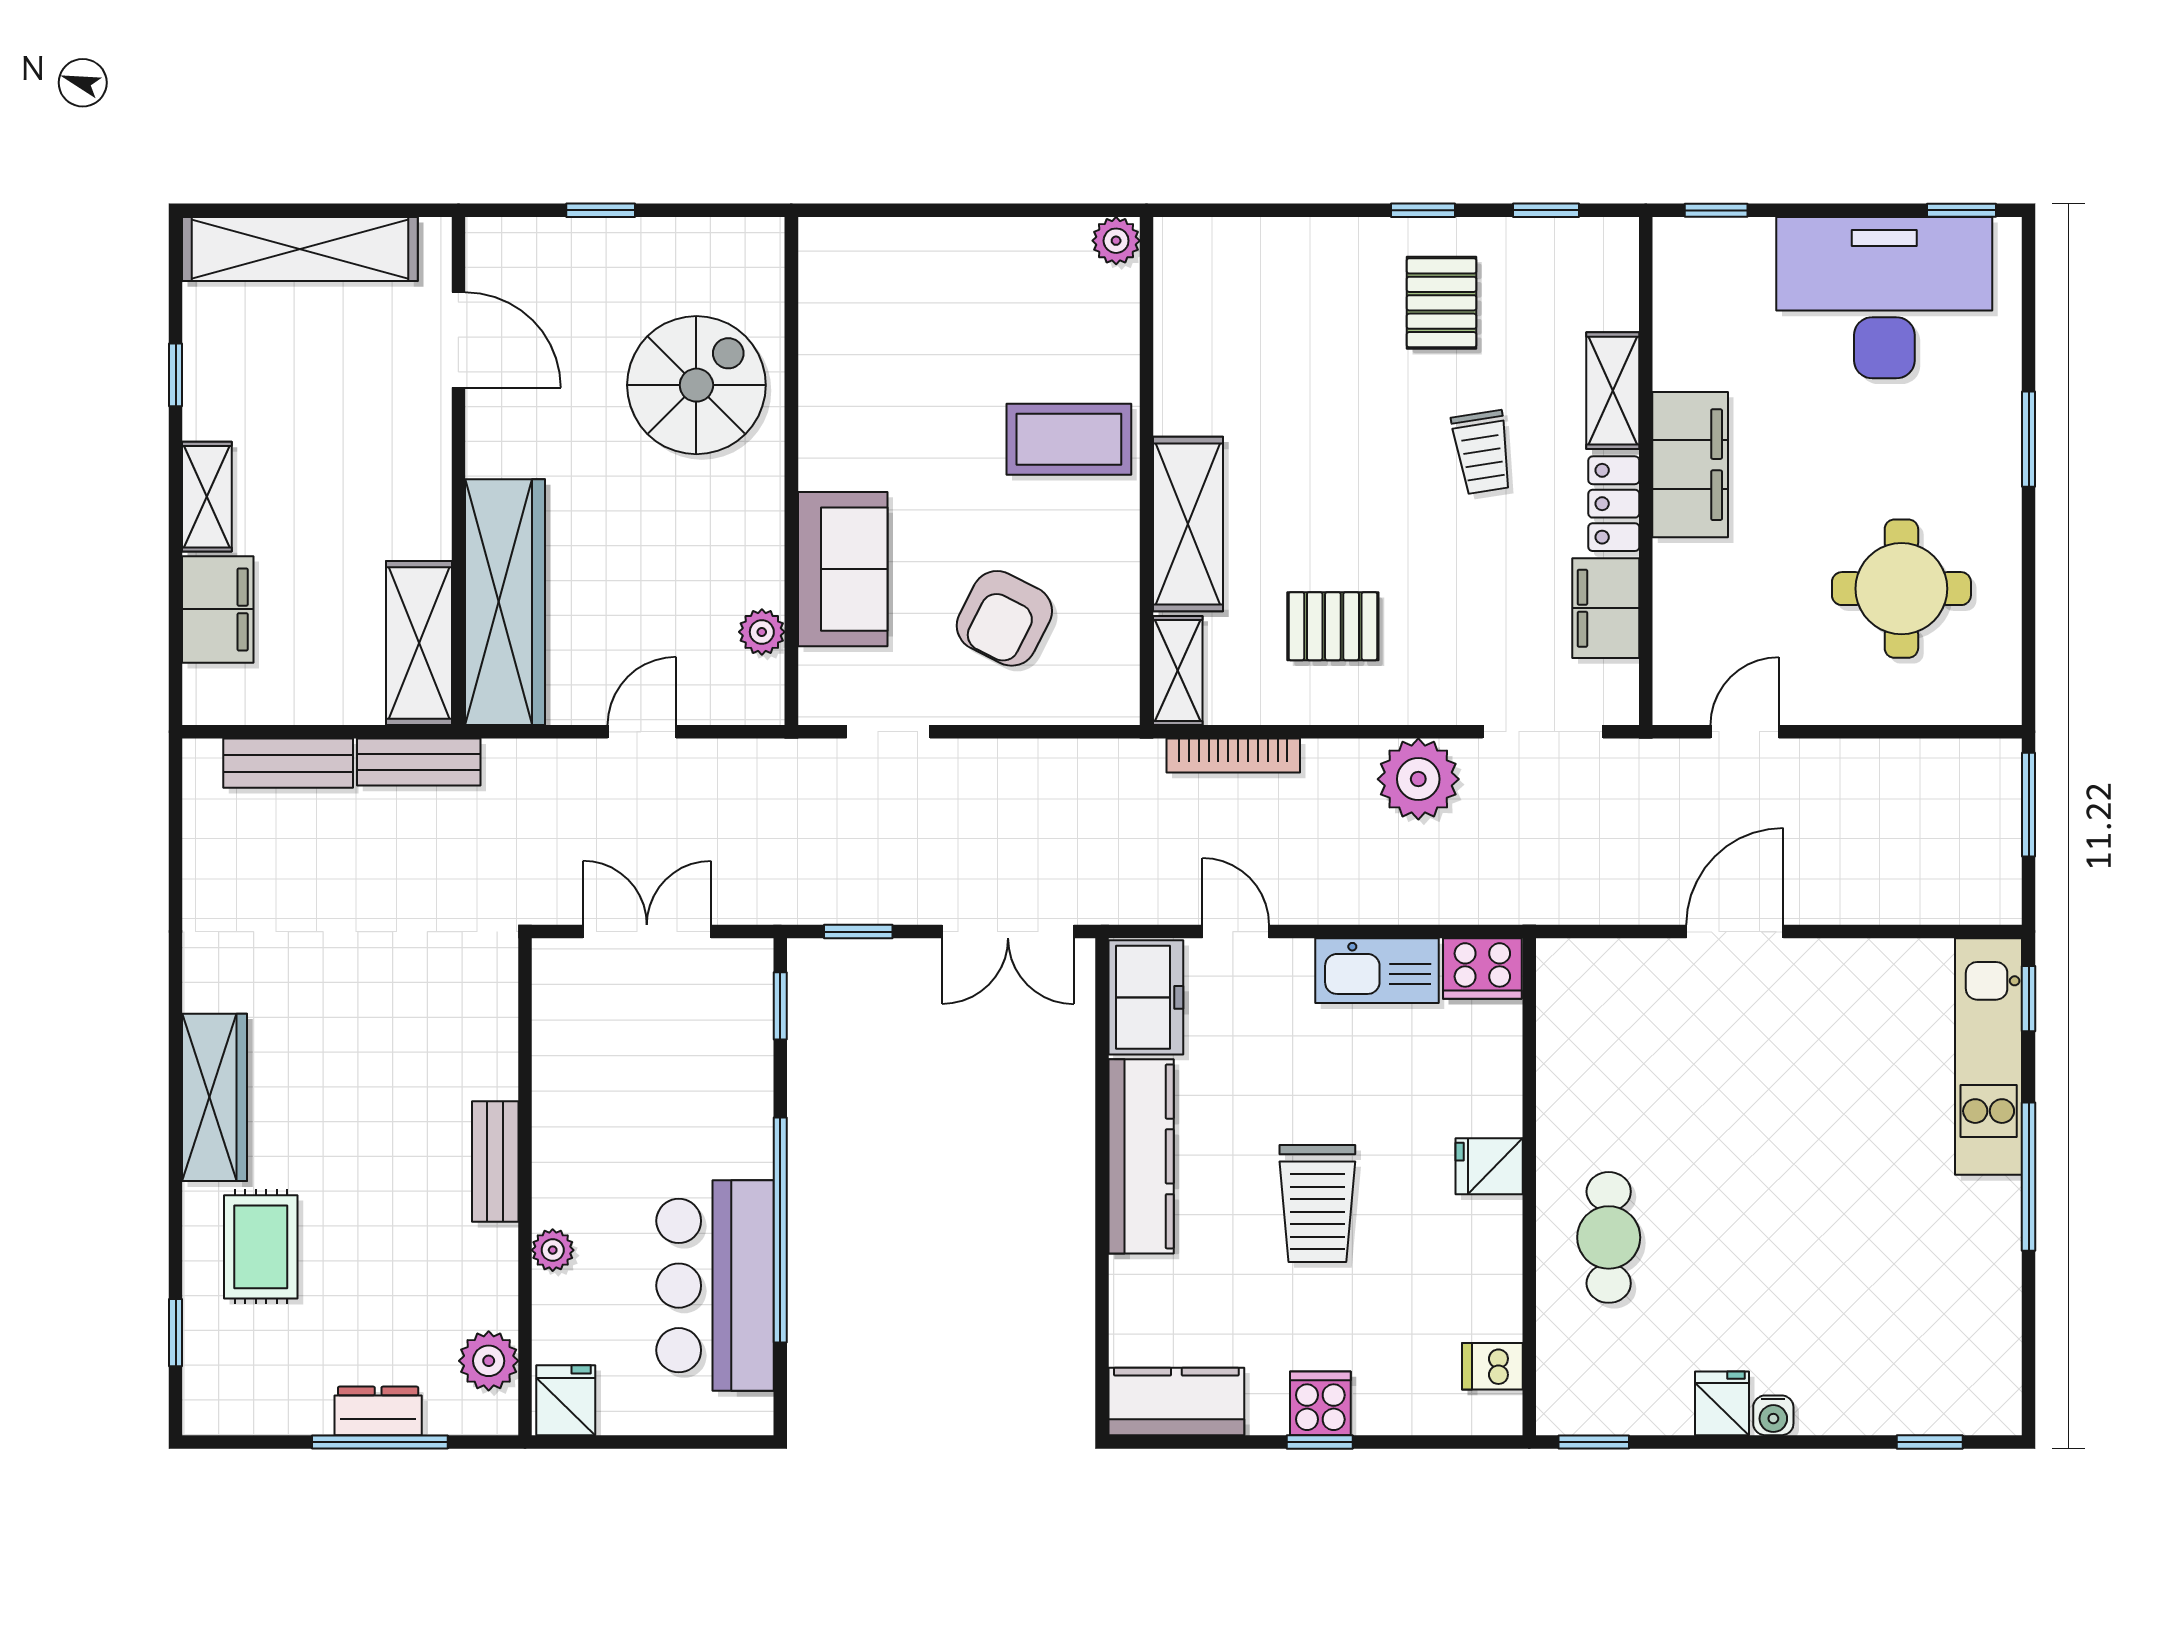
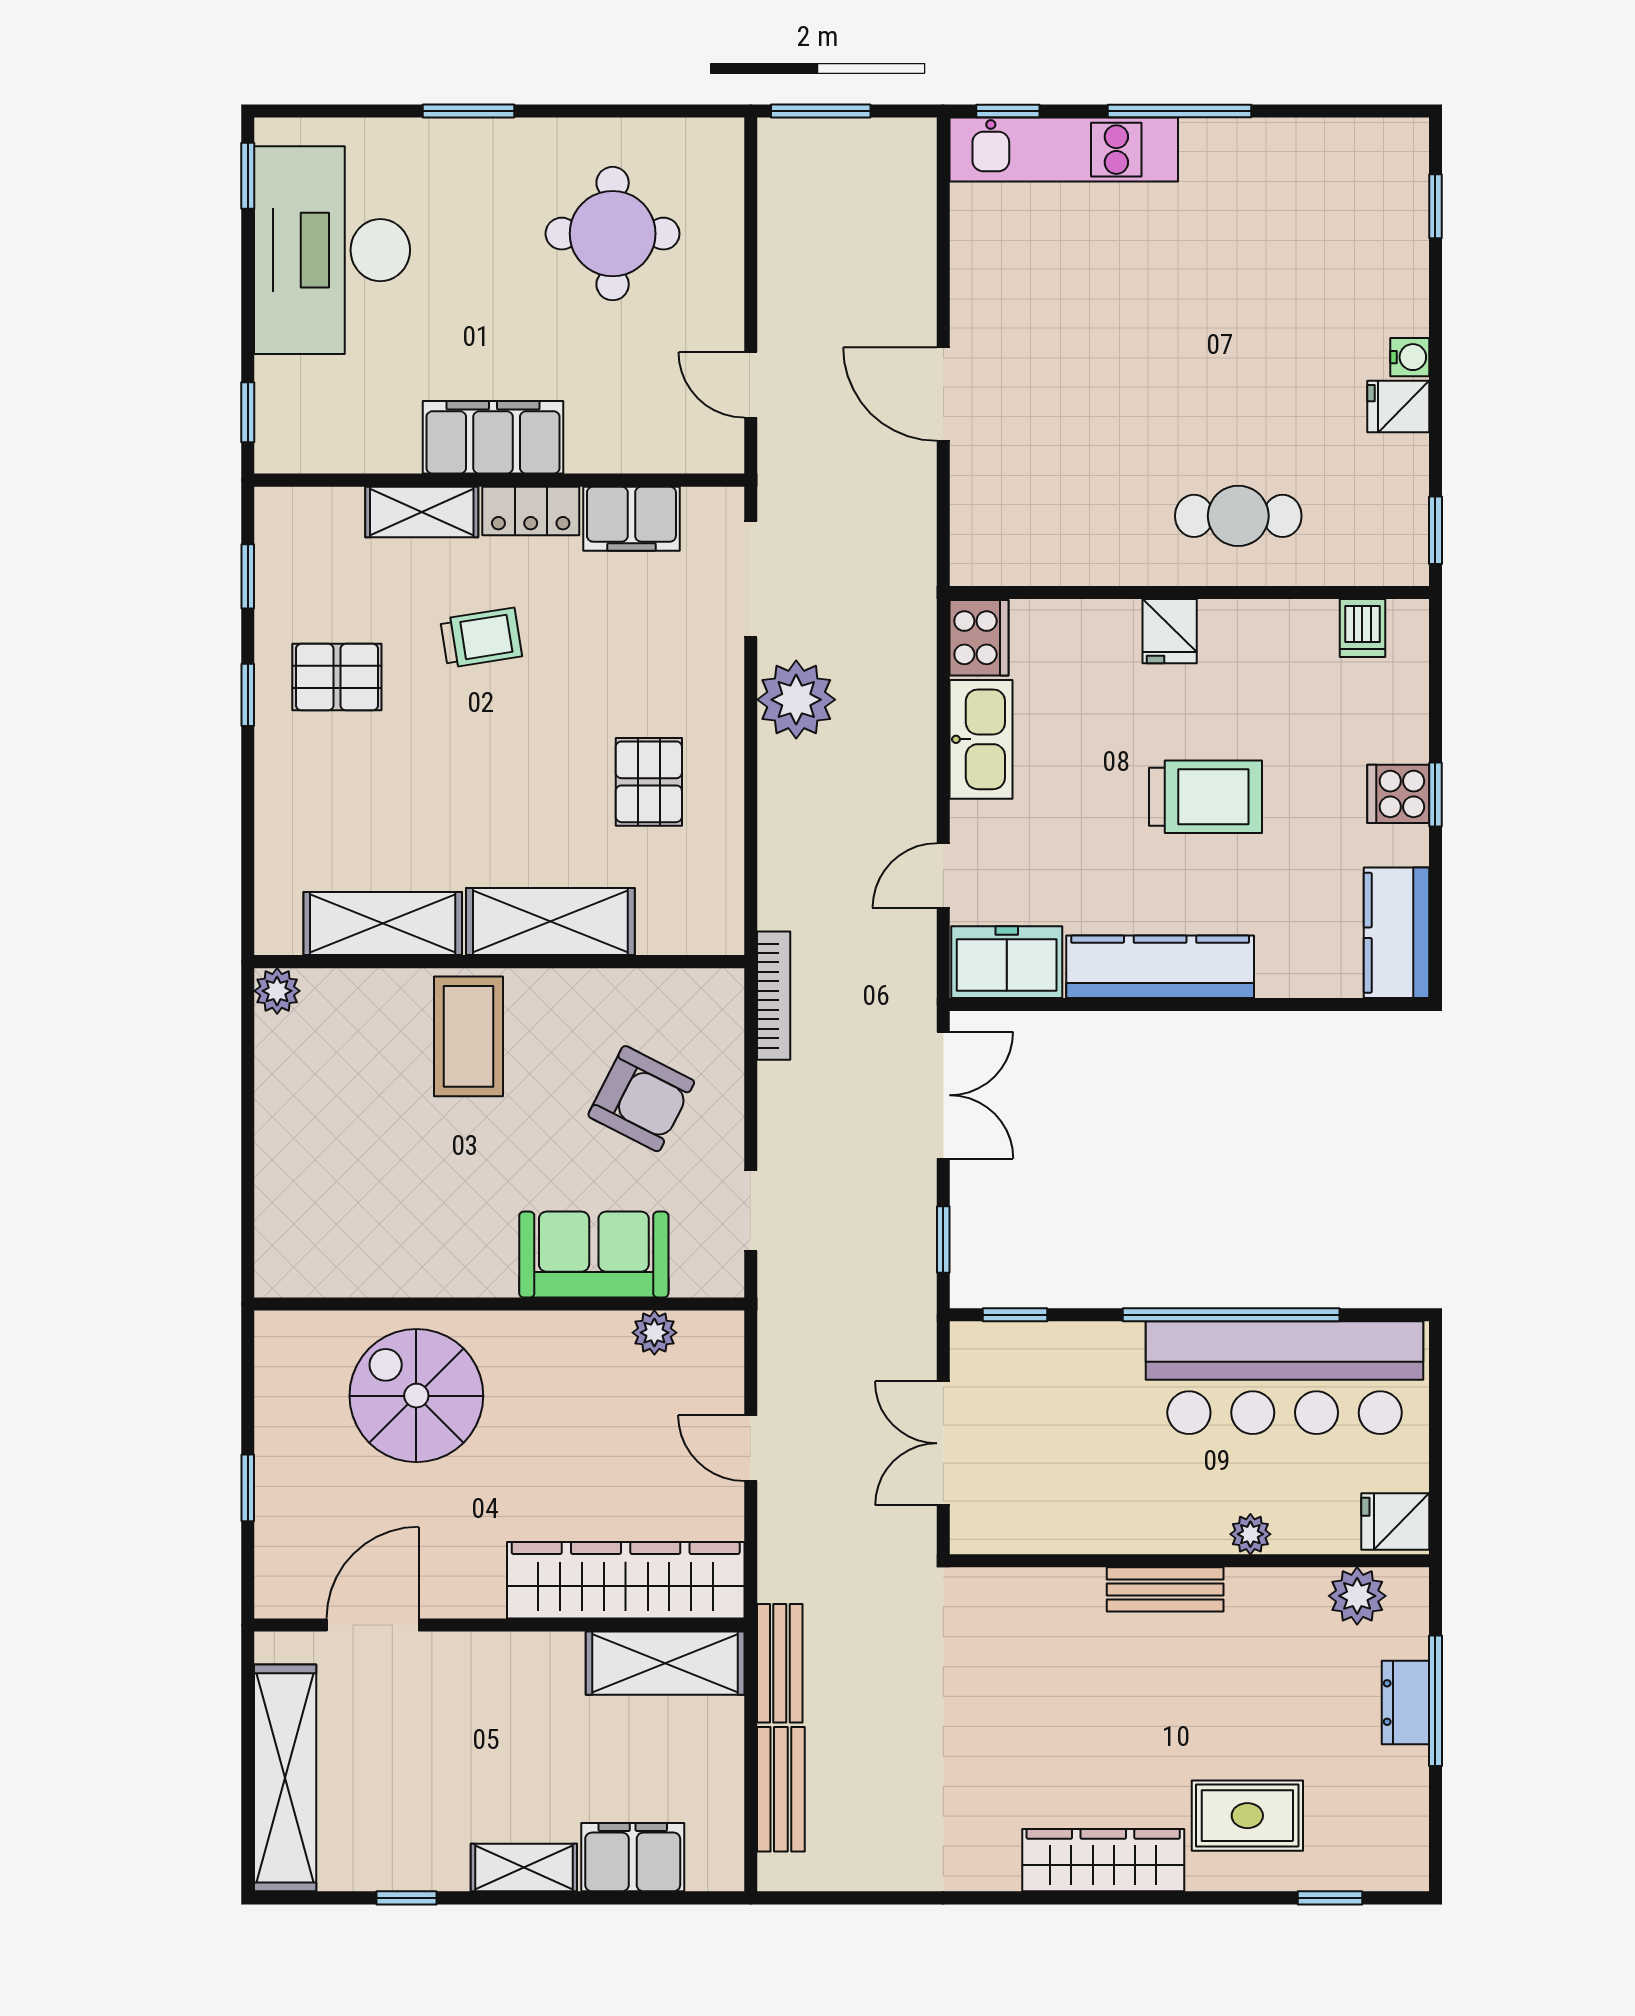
shelving: (1178, 670) -> (383, 924), moved, width x1.50, depth x1.33
bookcase: (1233, 756) -> (774, 996), moved
bar counter: (715, 1286) -> (1285, 1378), width x1.36

